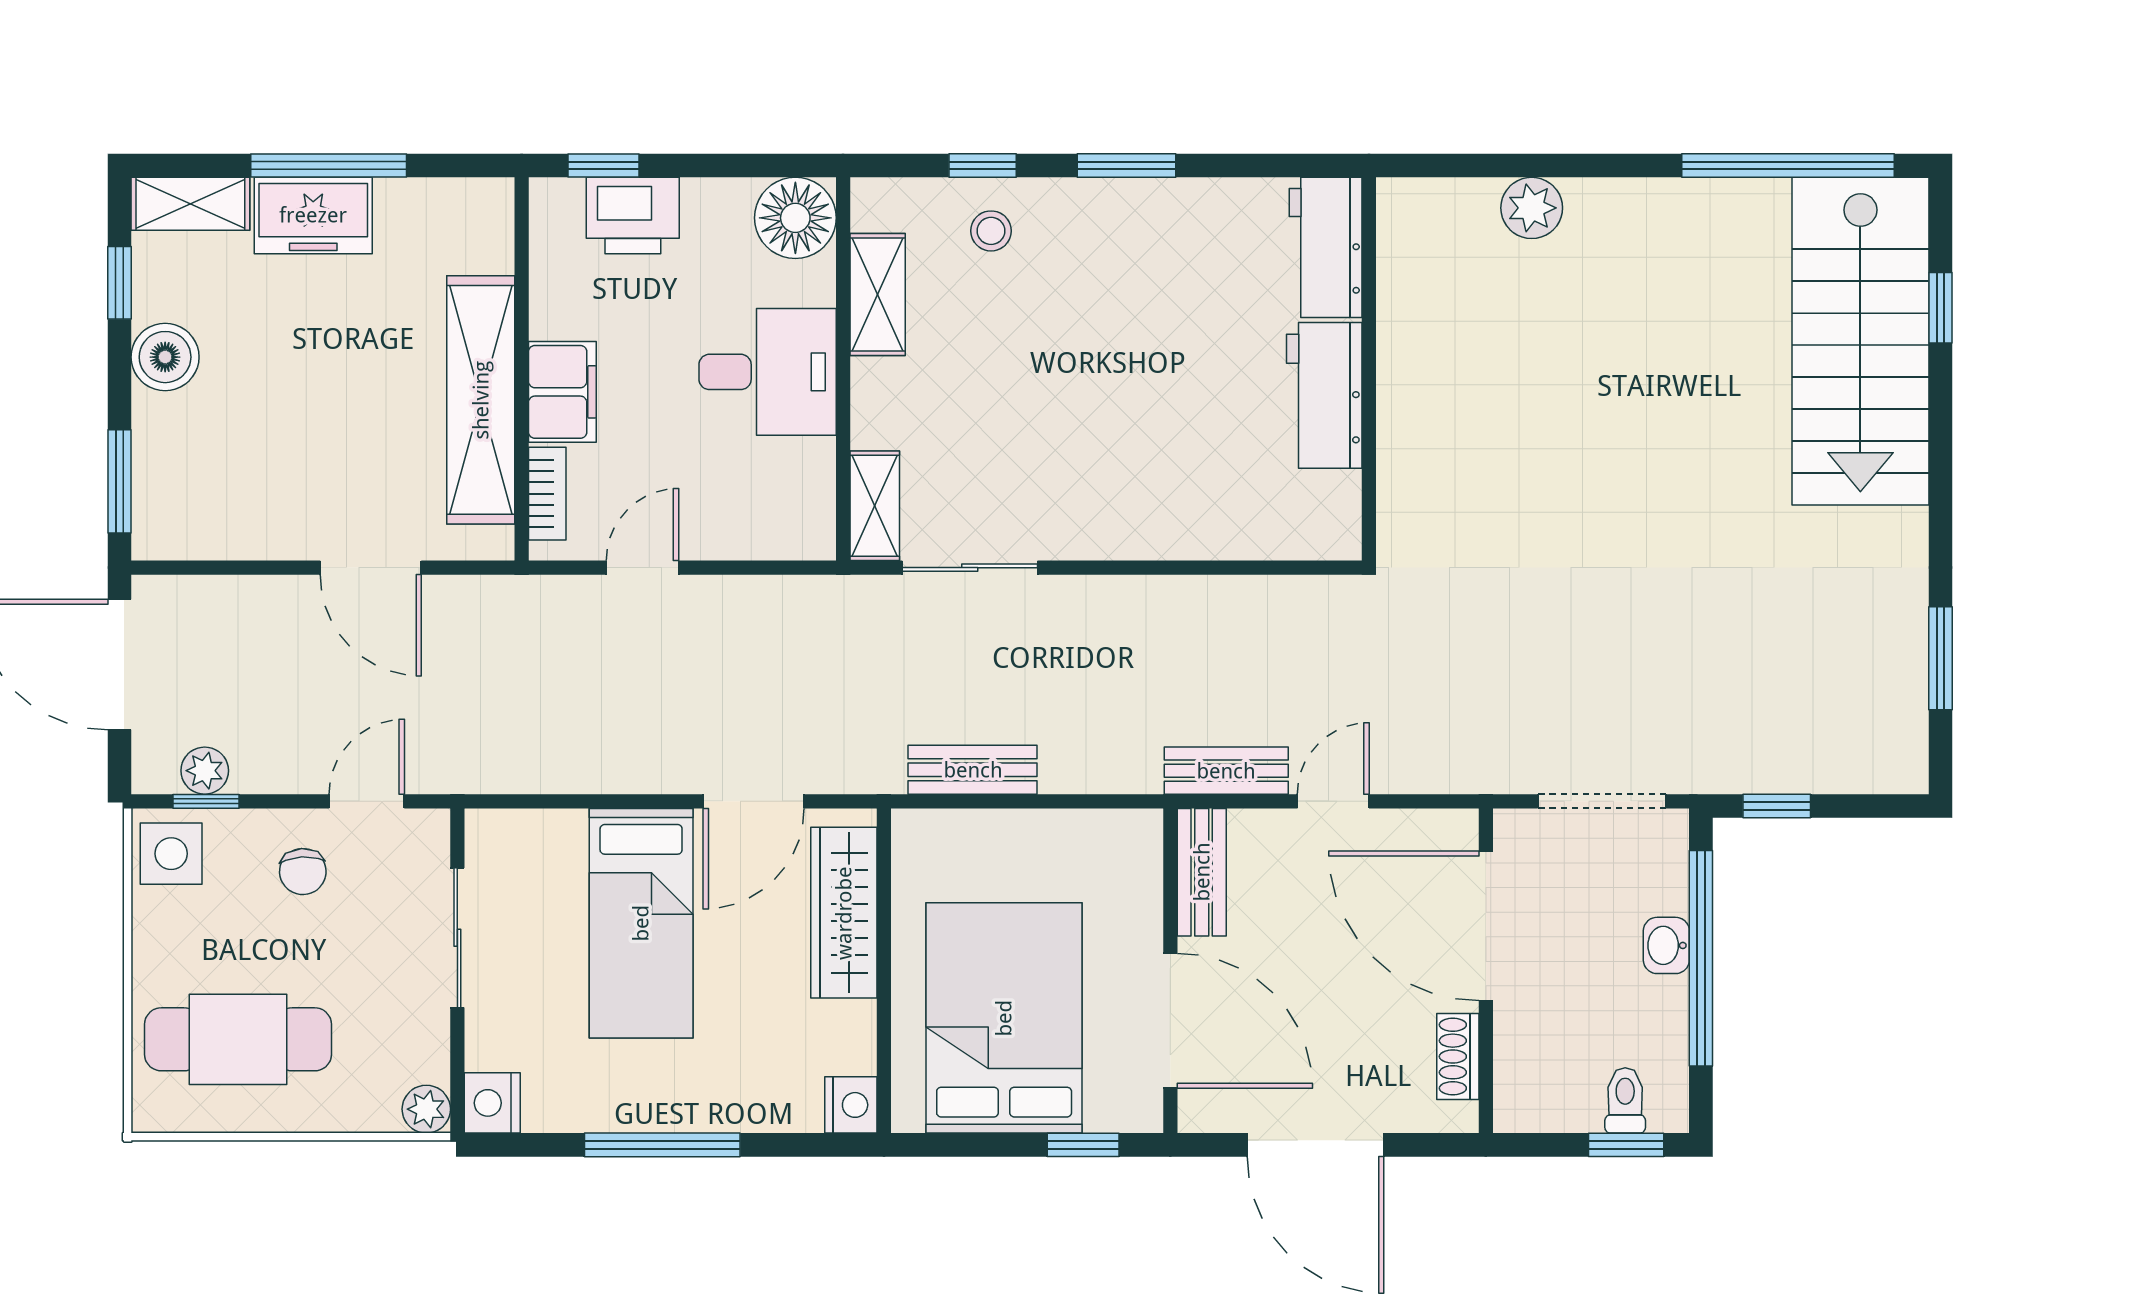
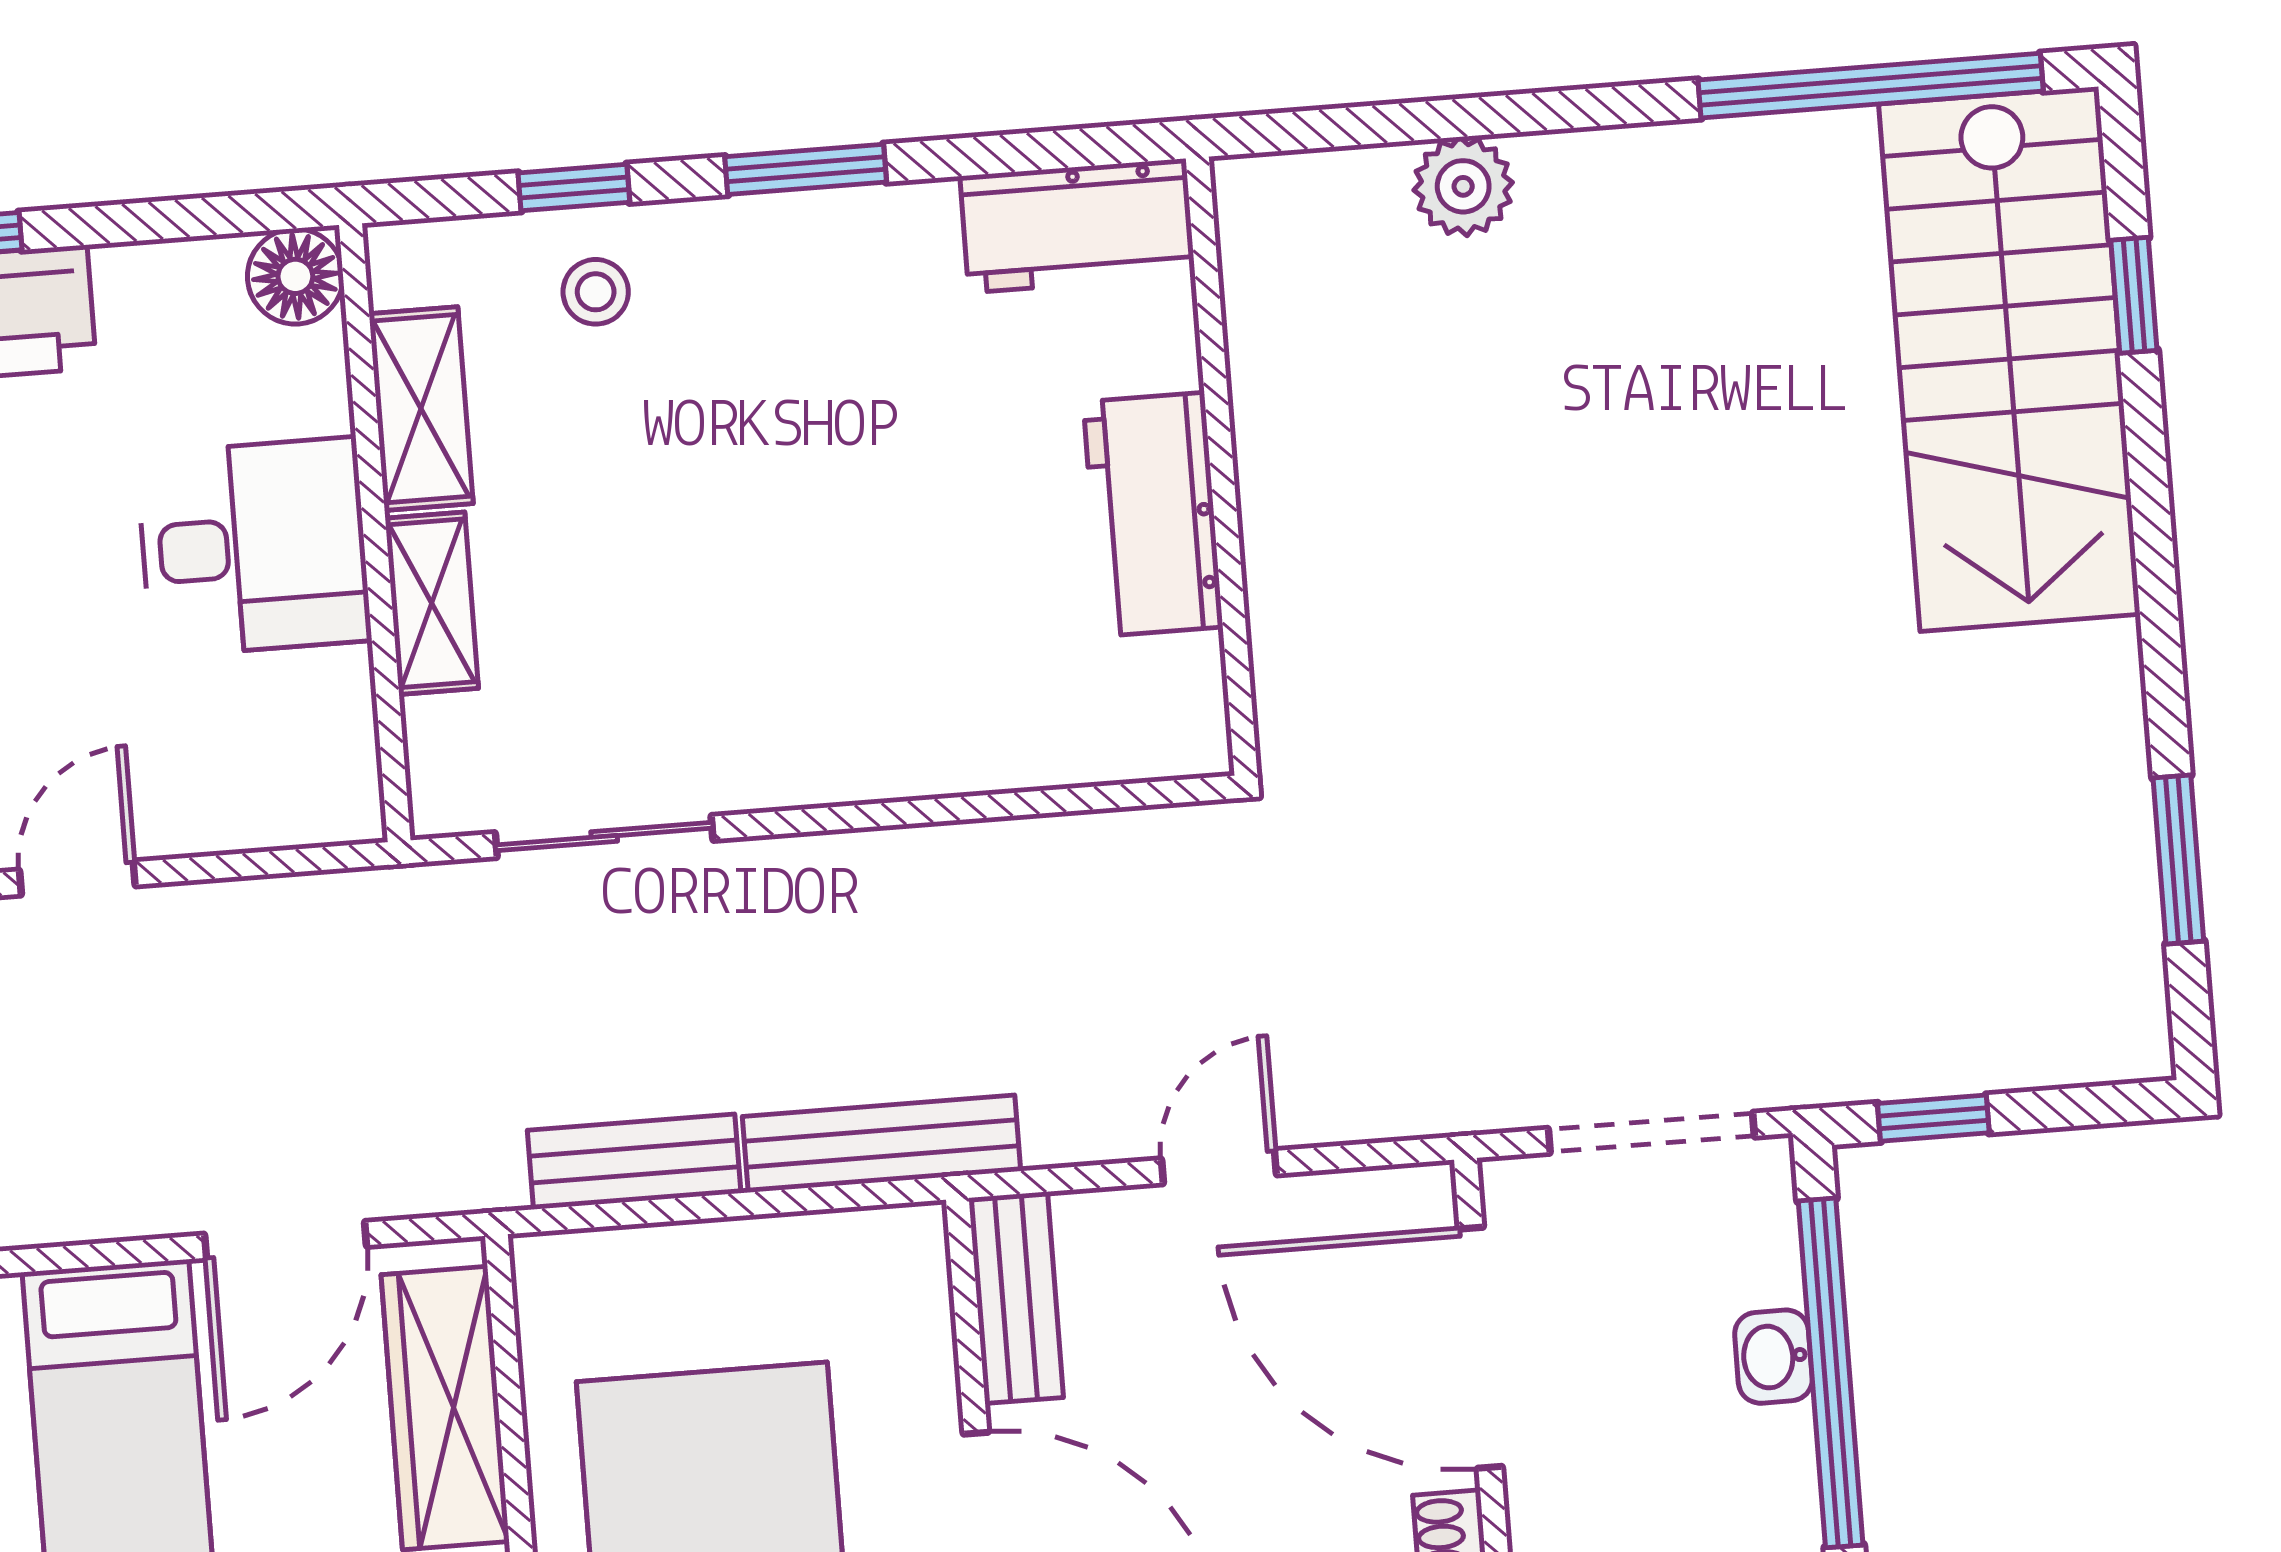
floor lamp: (795, 218) -> (295, 276), width x0.73, depth x0.73
workbench: (1326, 247) -> (1077, 226), moved, turned -90
shelving: (875, 506) -> (432, 603), moved
bench: (1226, 771) -> (881, 1144), moved, width x1.36

